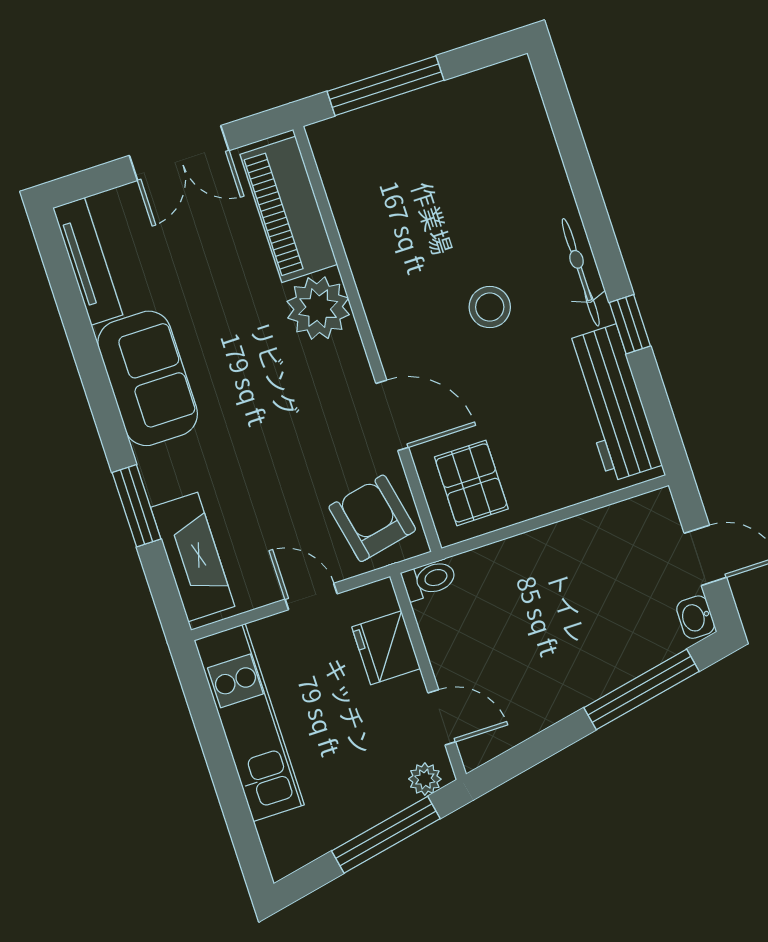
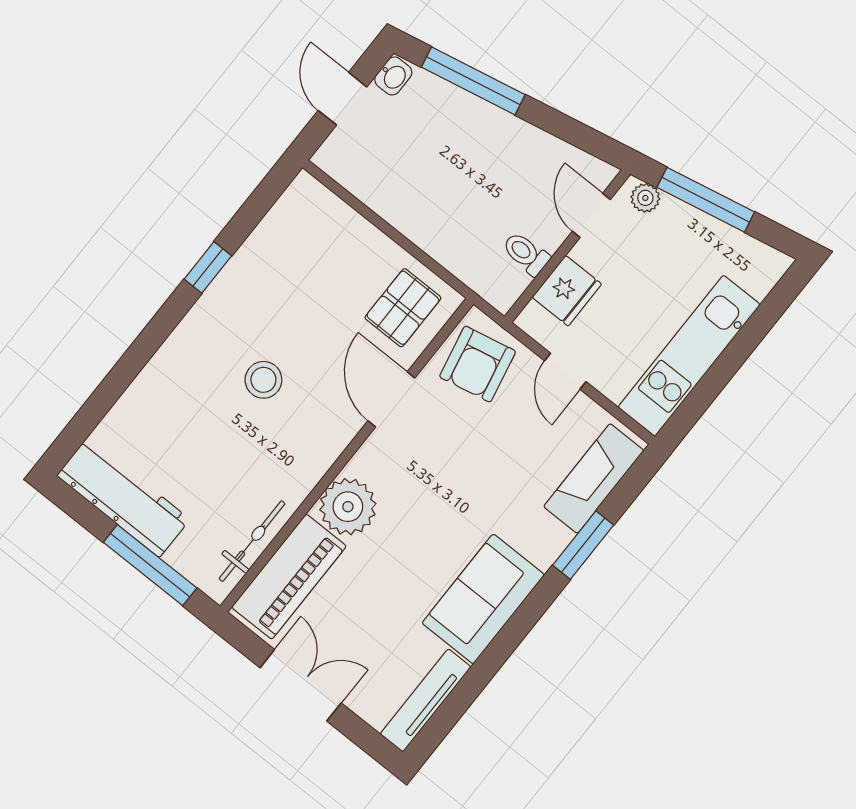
bicycle: (581, 272) -> (252, 541), moved, turned 180
workbench: (613, 403) -> (123, 498), moved, turned -90
toilet: (429, 580) -> (526, 254), moved

